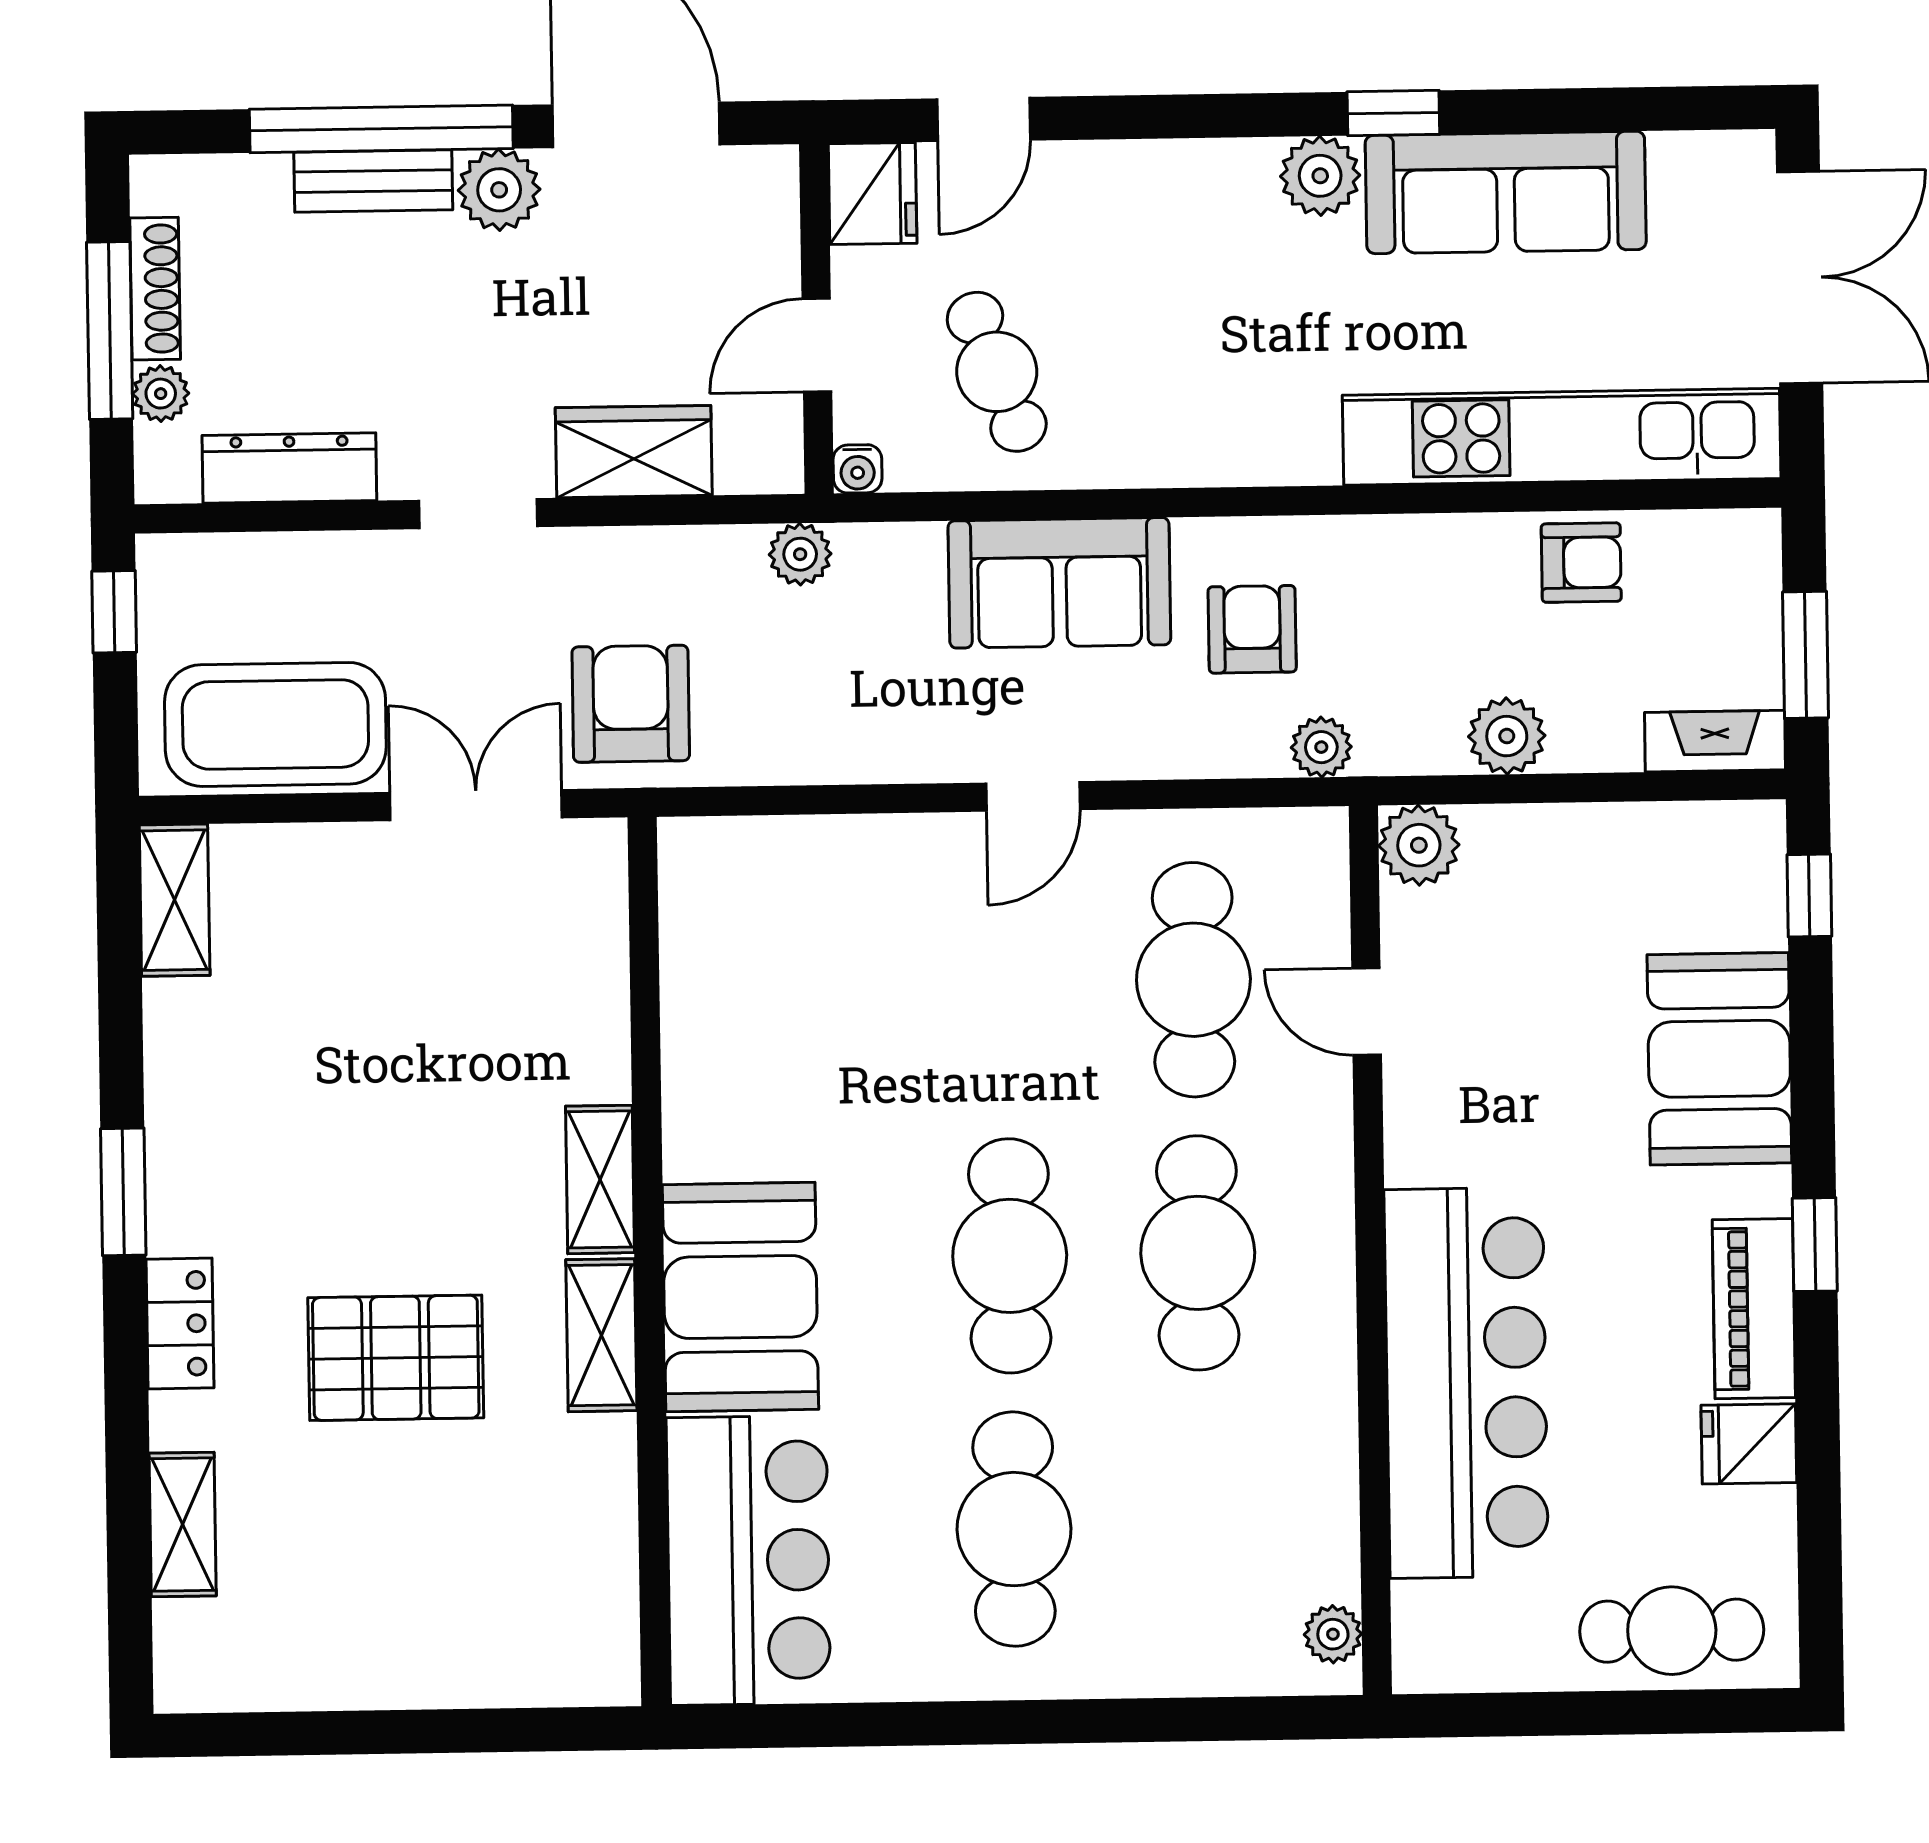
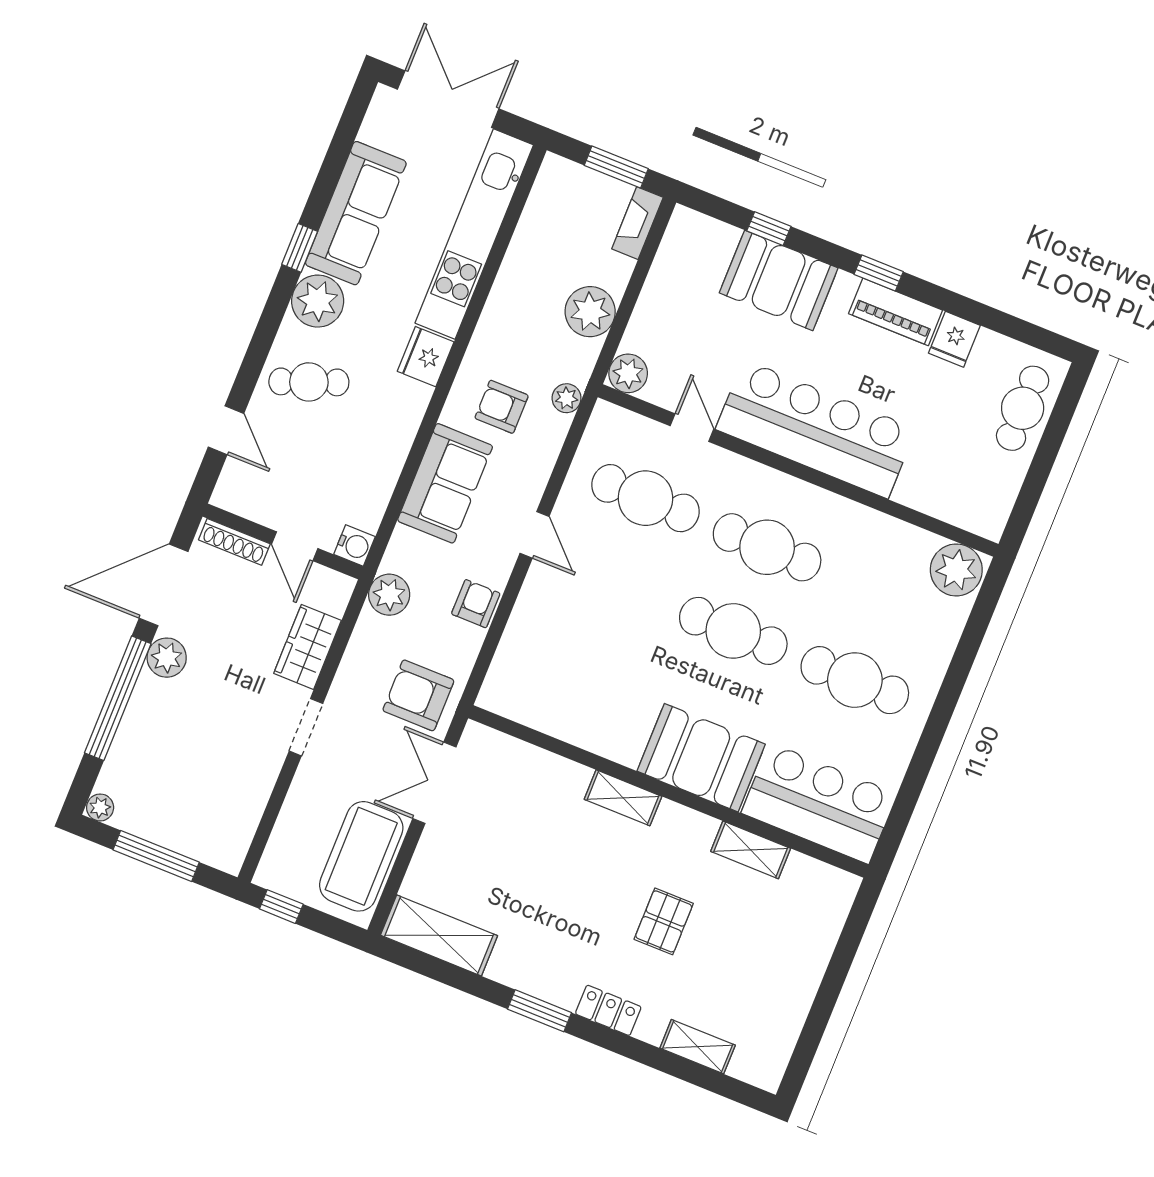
plant: (1320, 176) -> (318, 301), width x1.36, depth x1.36
bench: (373, 181) -> (139, 712), removed
fridge: (873, 194) -> (426, 357), moved, turned -90
shoe rack: (155, 289) -> (234, 542), moved, turned 180
cafe table: (997, 372) -> (309, 382), moved
plant: (161, 394) -> (100, 807), moved
dresser: (289, 468) -> (251, 802), removed
water cooler: (858, 469) -> (355, 545), width x1.38, depth x1.38
plant: (800, 554) -> (389, 595), width x1.38, depth x1.38
armchair: (1581, 563) -> (476, 604), moved
plant: (1507, 736) -> (590, 312), width x1.36, depth x1.36
window: (1809, 896) -> (769, 229), moved
shelving: (175, 900) -> (439, 935), width x1.50, depth x1.33
door: (1367, 1012) -> (692, 428), swing flipped
shelving: (601, 1335) -> (751, 850), moved
pallet: (396, 1358) -> (664, 921), width x0.67, depth x0.71
bar counter: (1466, 1383) -> (816, 429), moved
plant: (1333, 1634) -> (956, 570), width x1.87, depth x1.87

